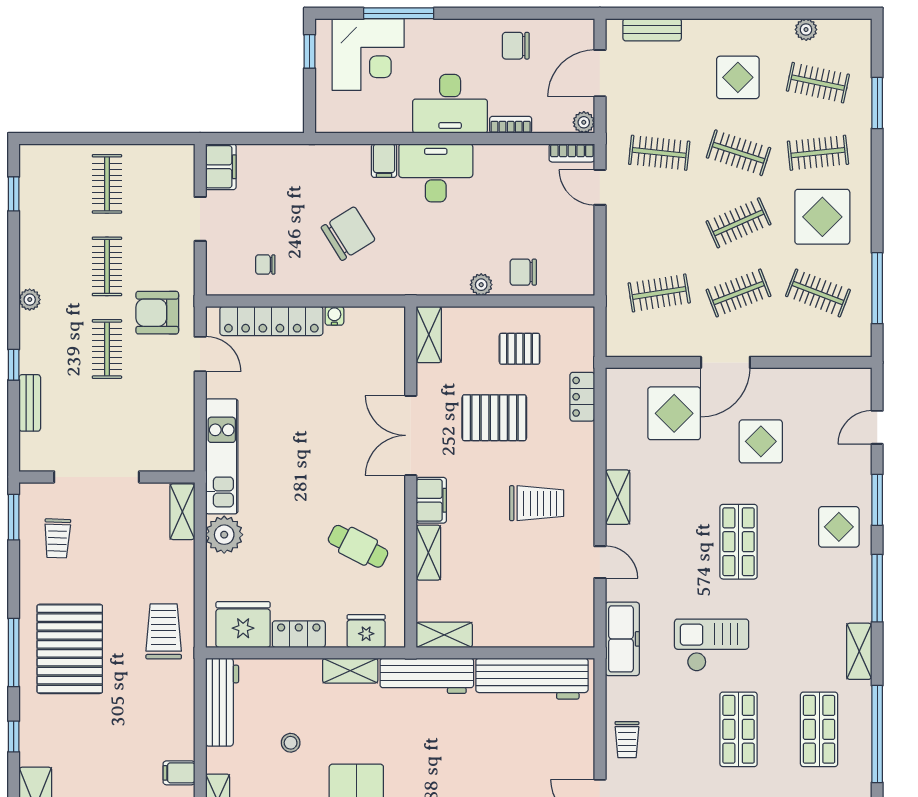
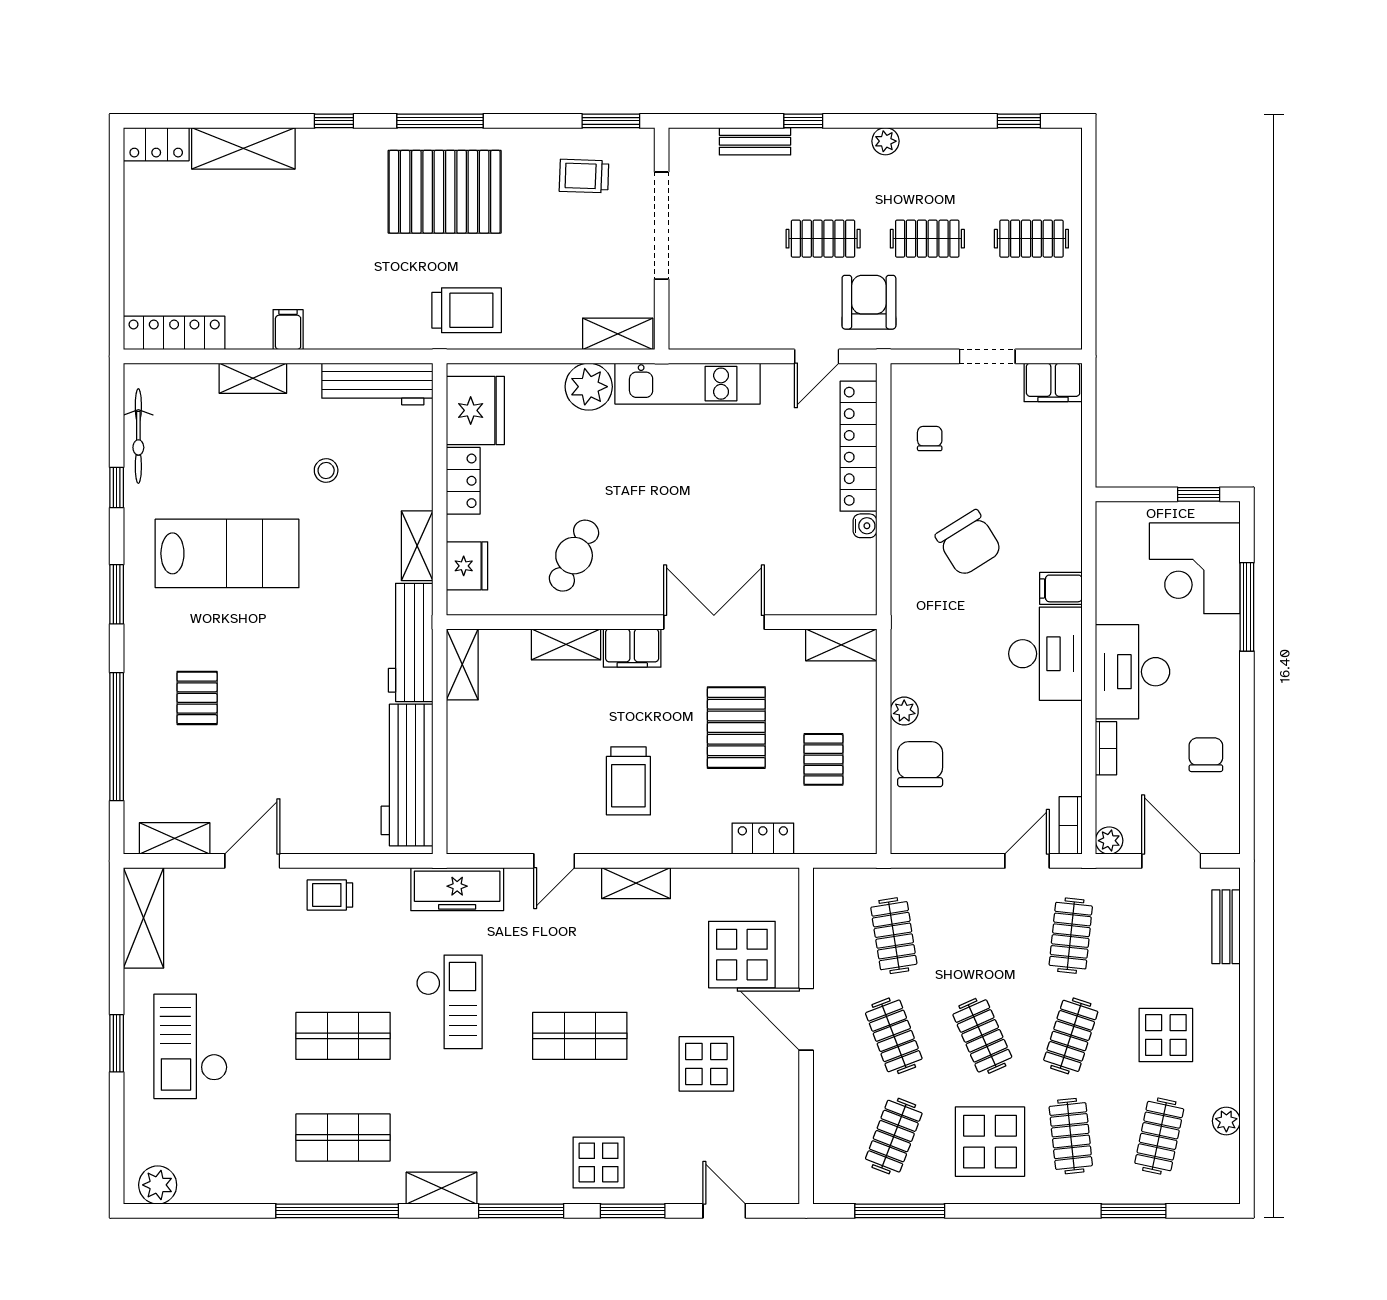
chair: (523, 272) -> (920, 764), width x1.37, depth x1.37

